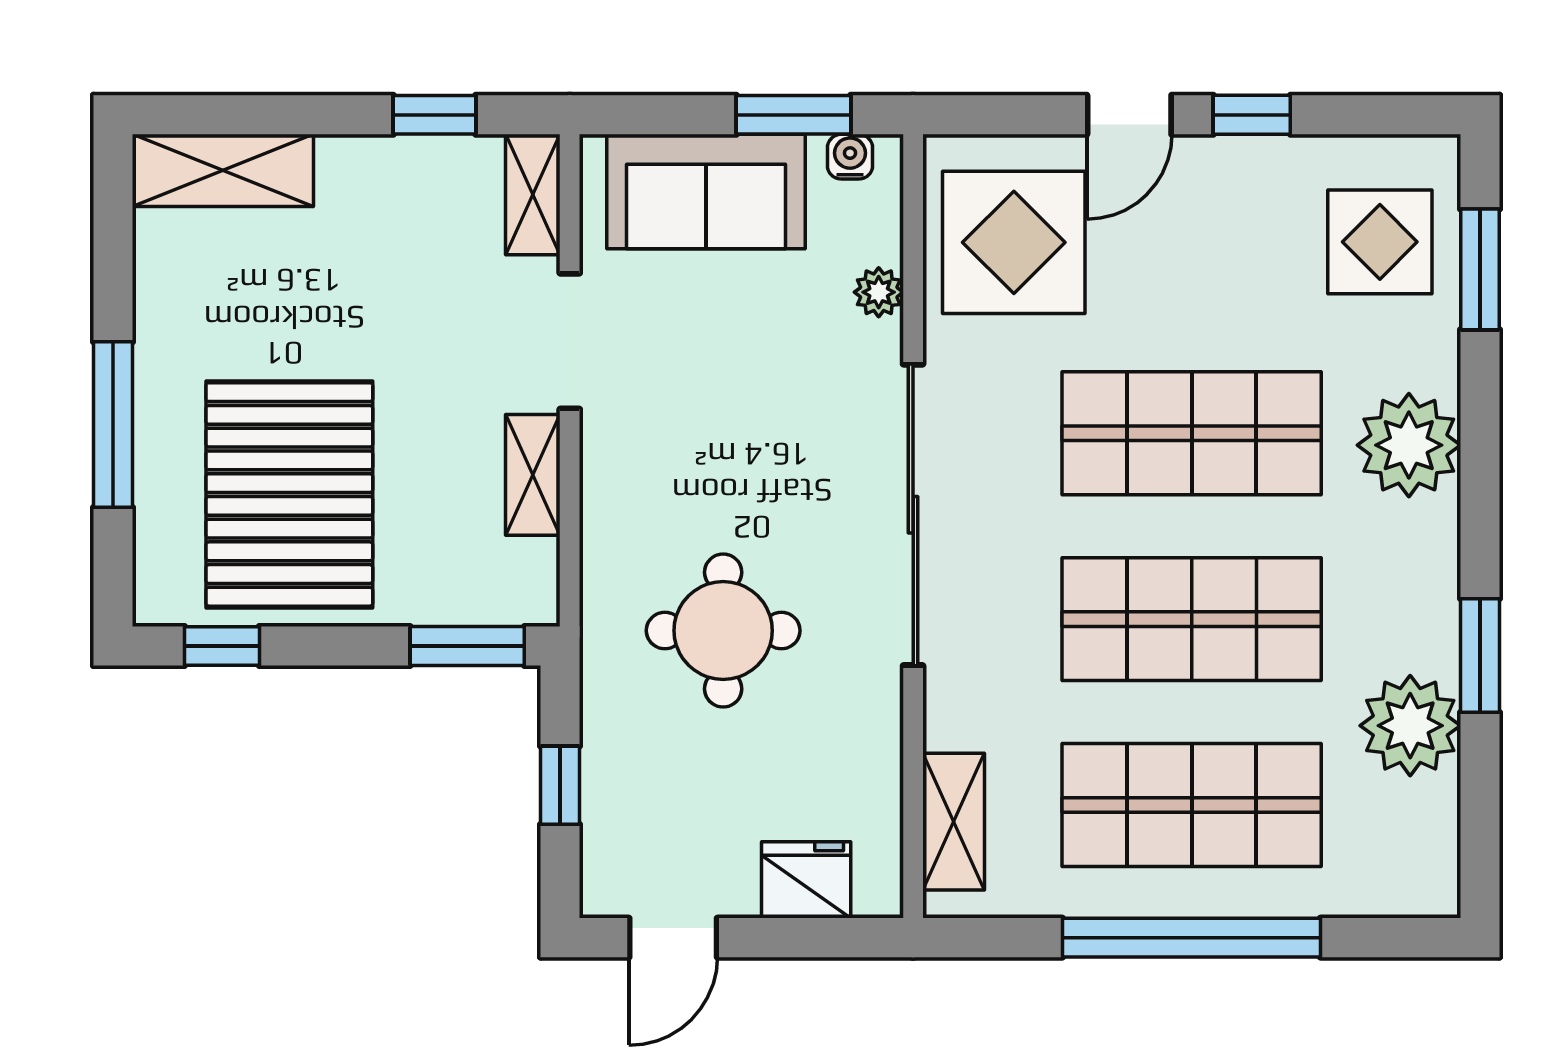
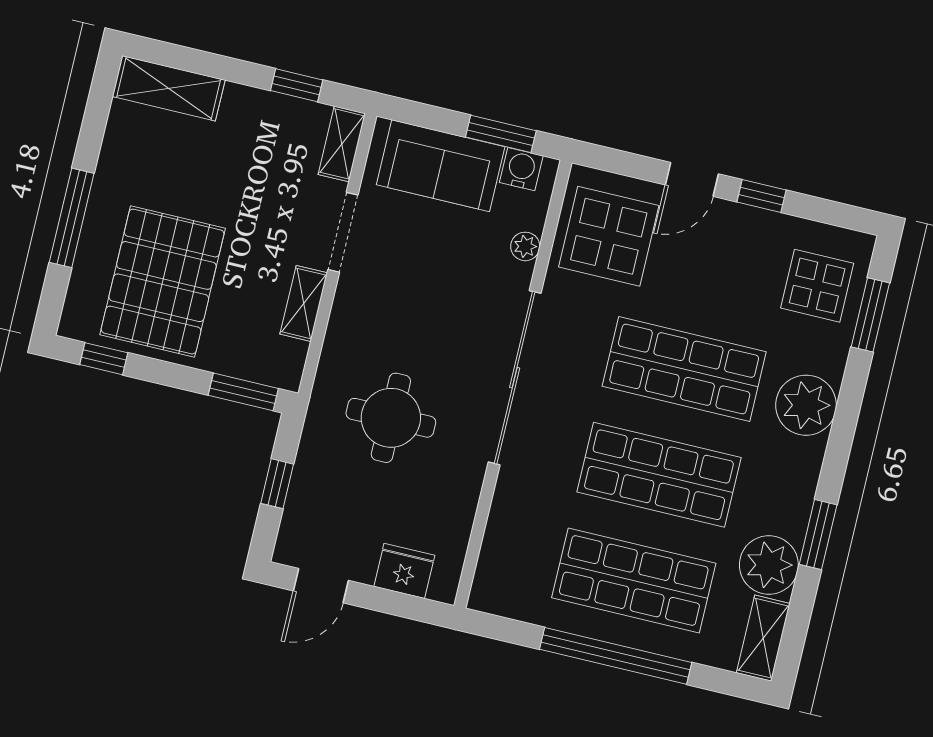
water cooler: (850, 157) -> (521, 169), width x1.38, depth x1.38
shelving: (954, 822) -> (763, 638), moved

